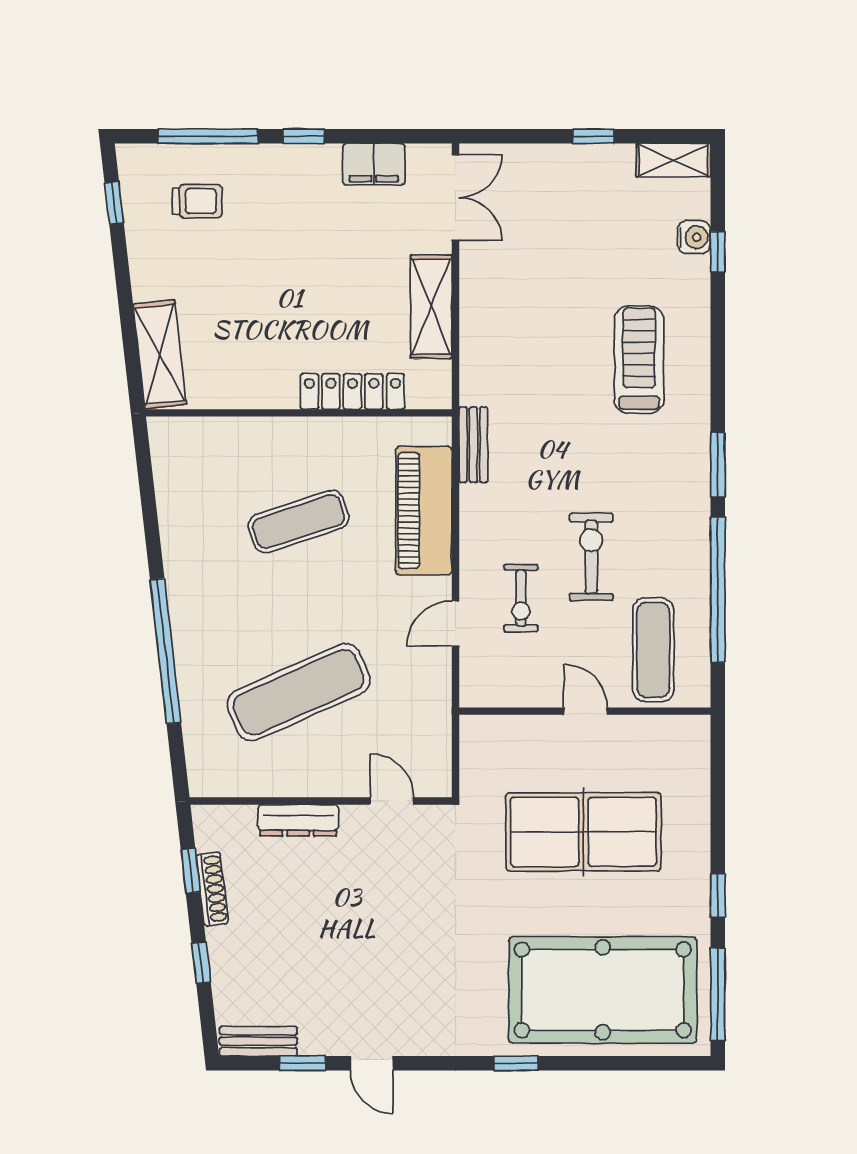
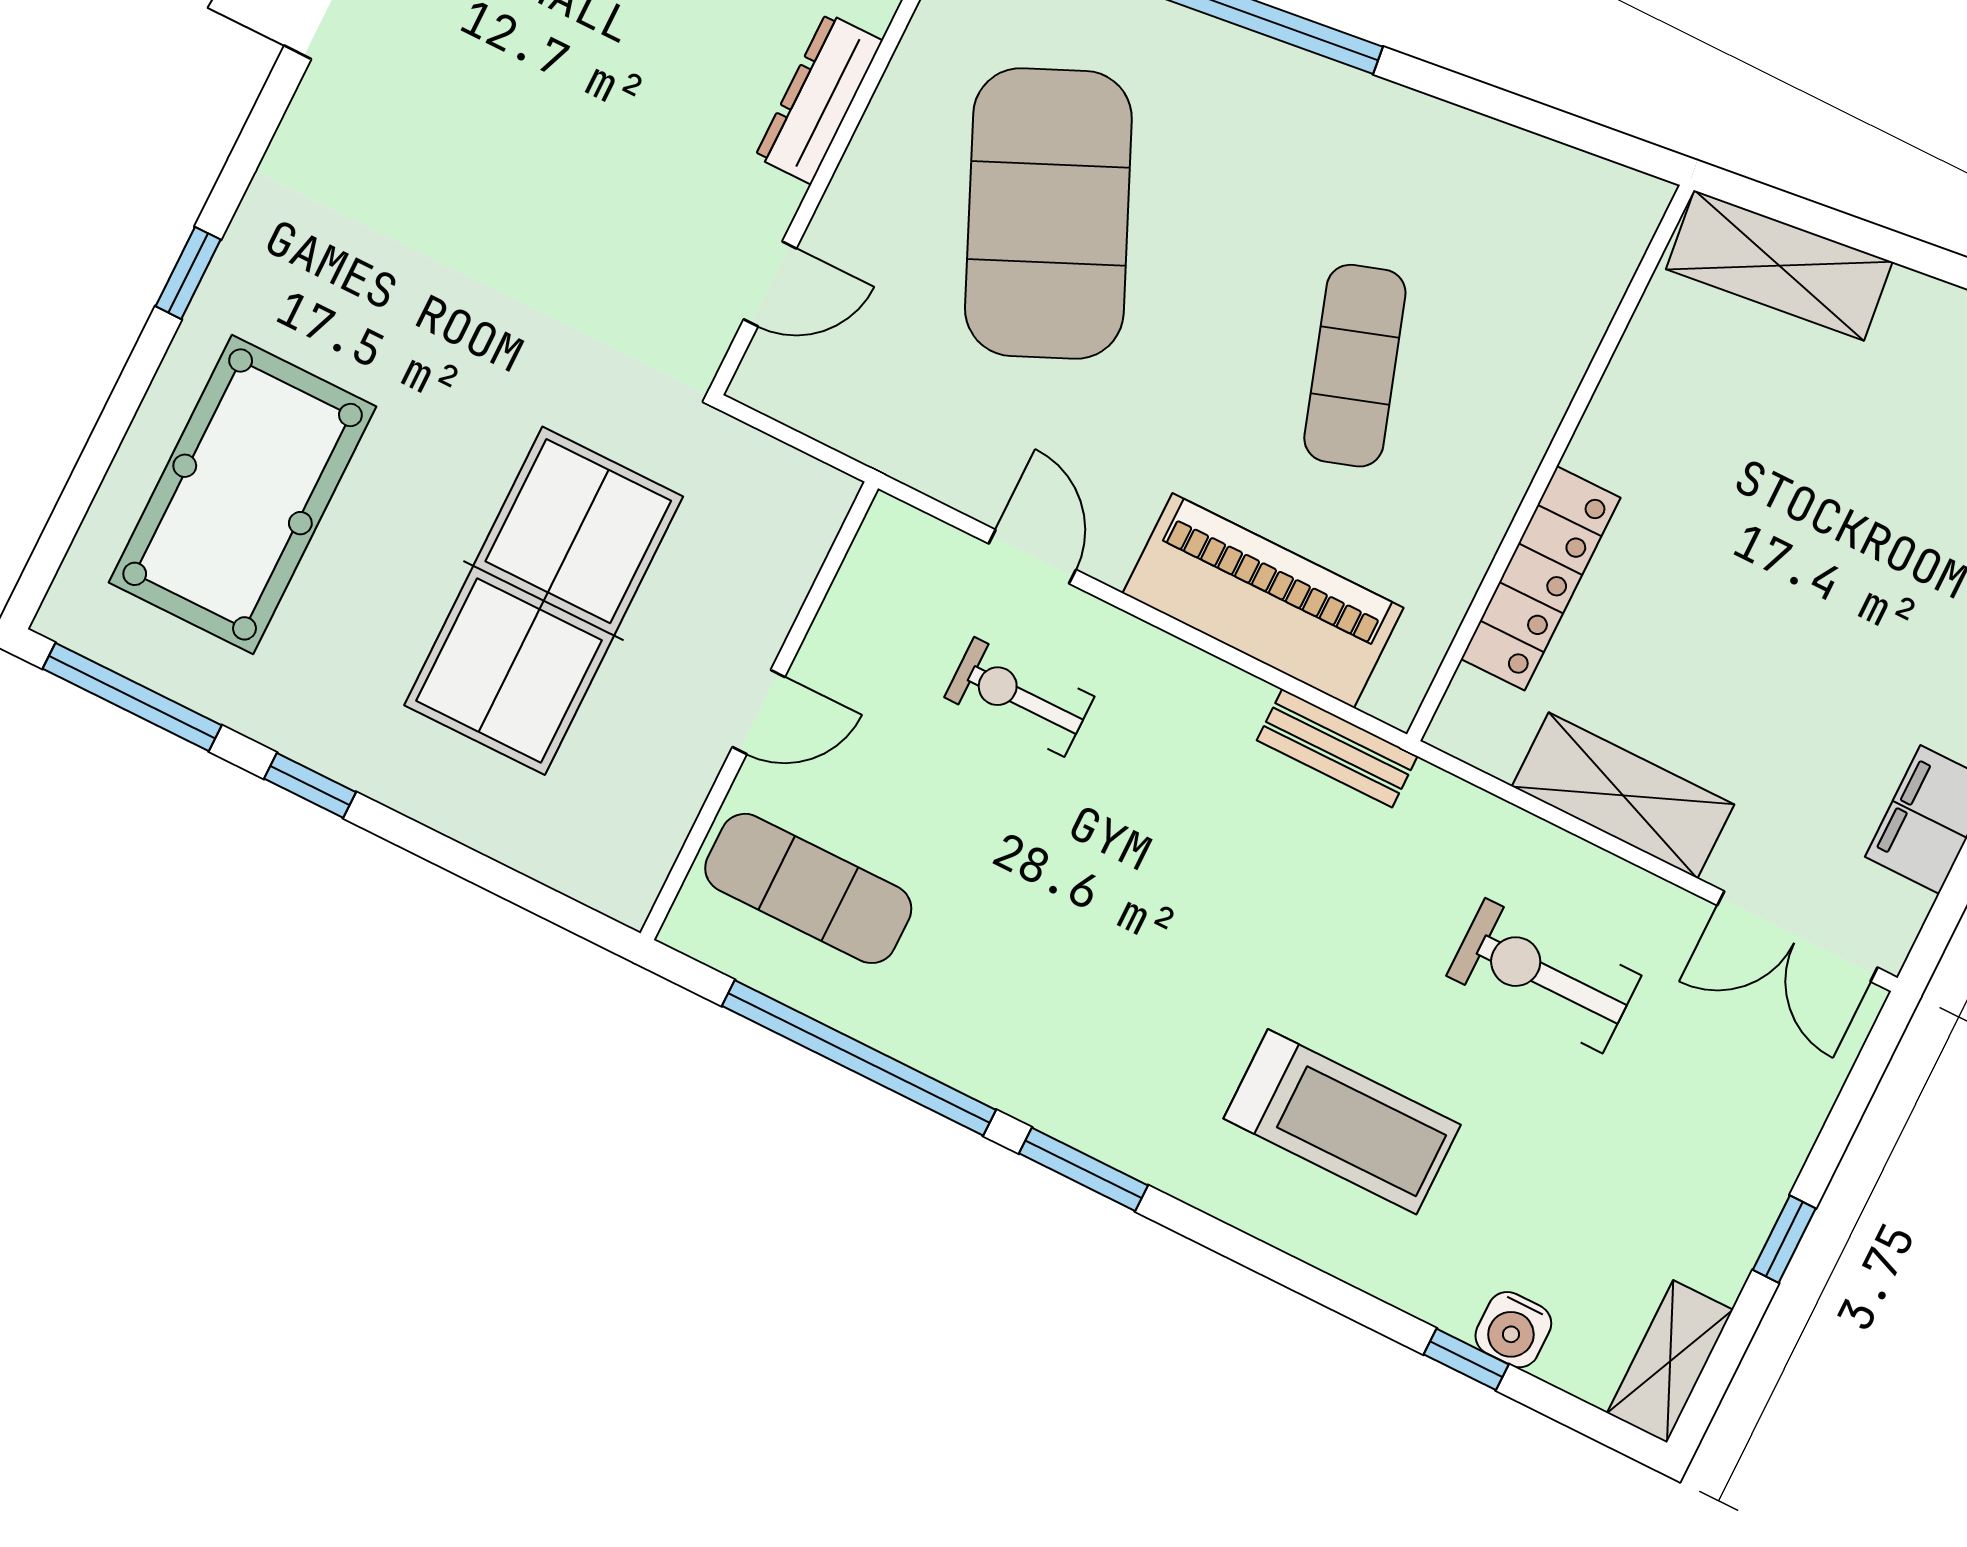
exercise bike: (591, 557) -> (1544, 976), moved, turned 180
exercise mat: (299, 692) -> (1048, 213), width x1.47
pool table: (603, 990) -> (243, 494), width x0.73, depth x0.76

